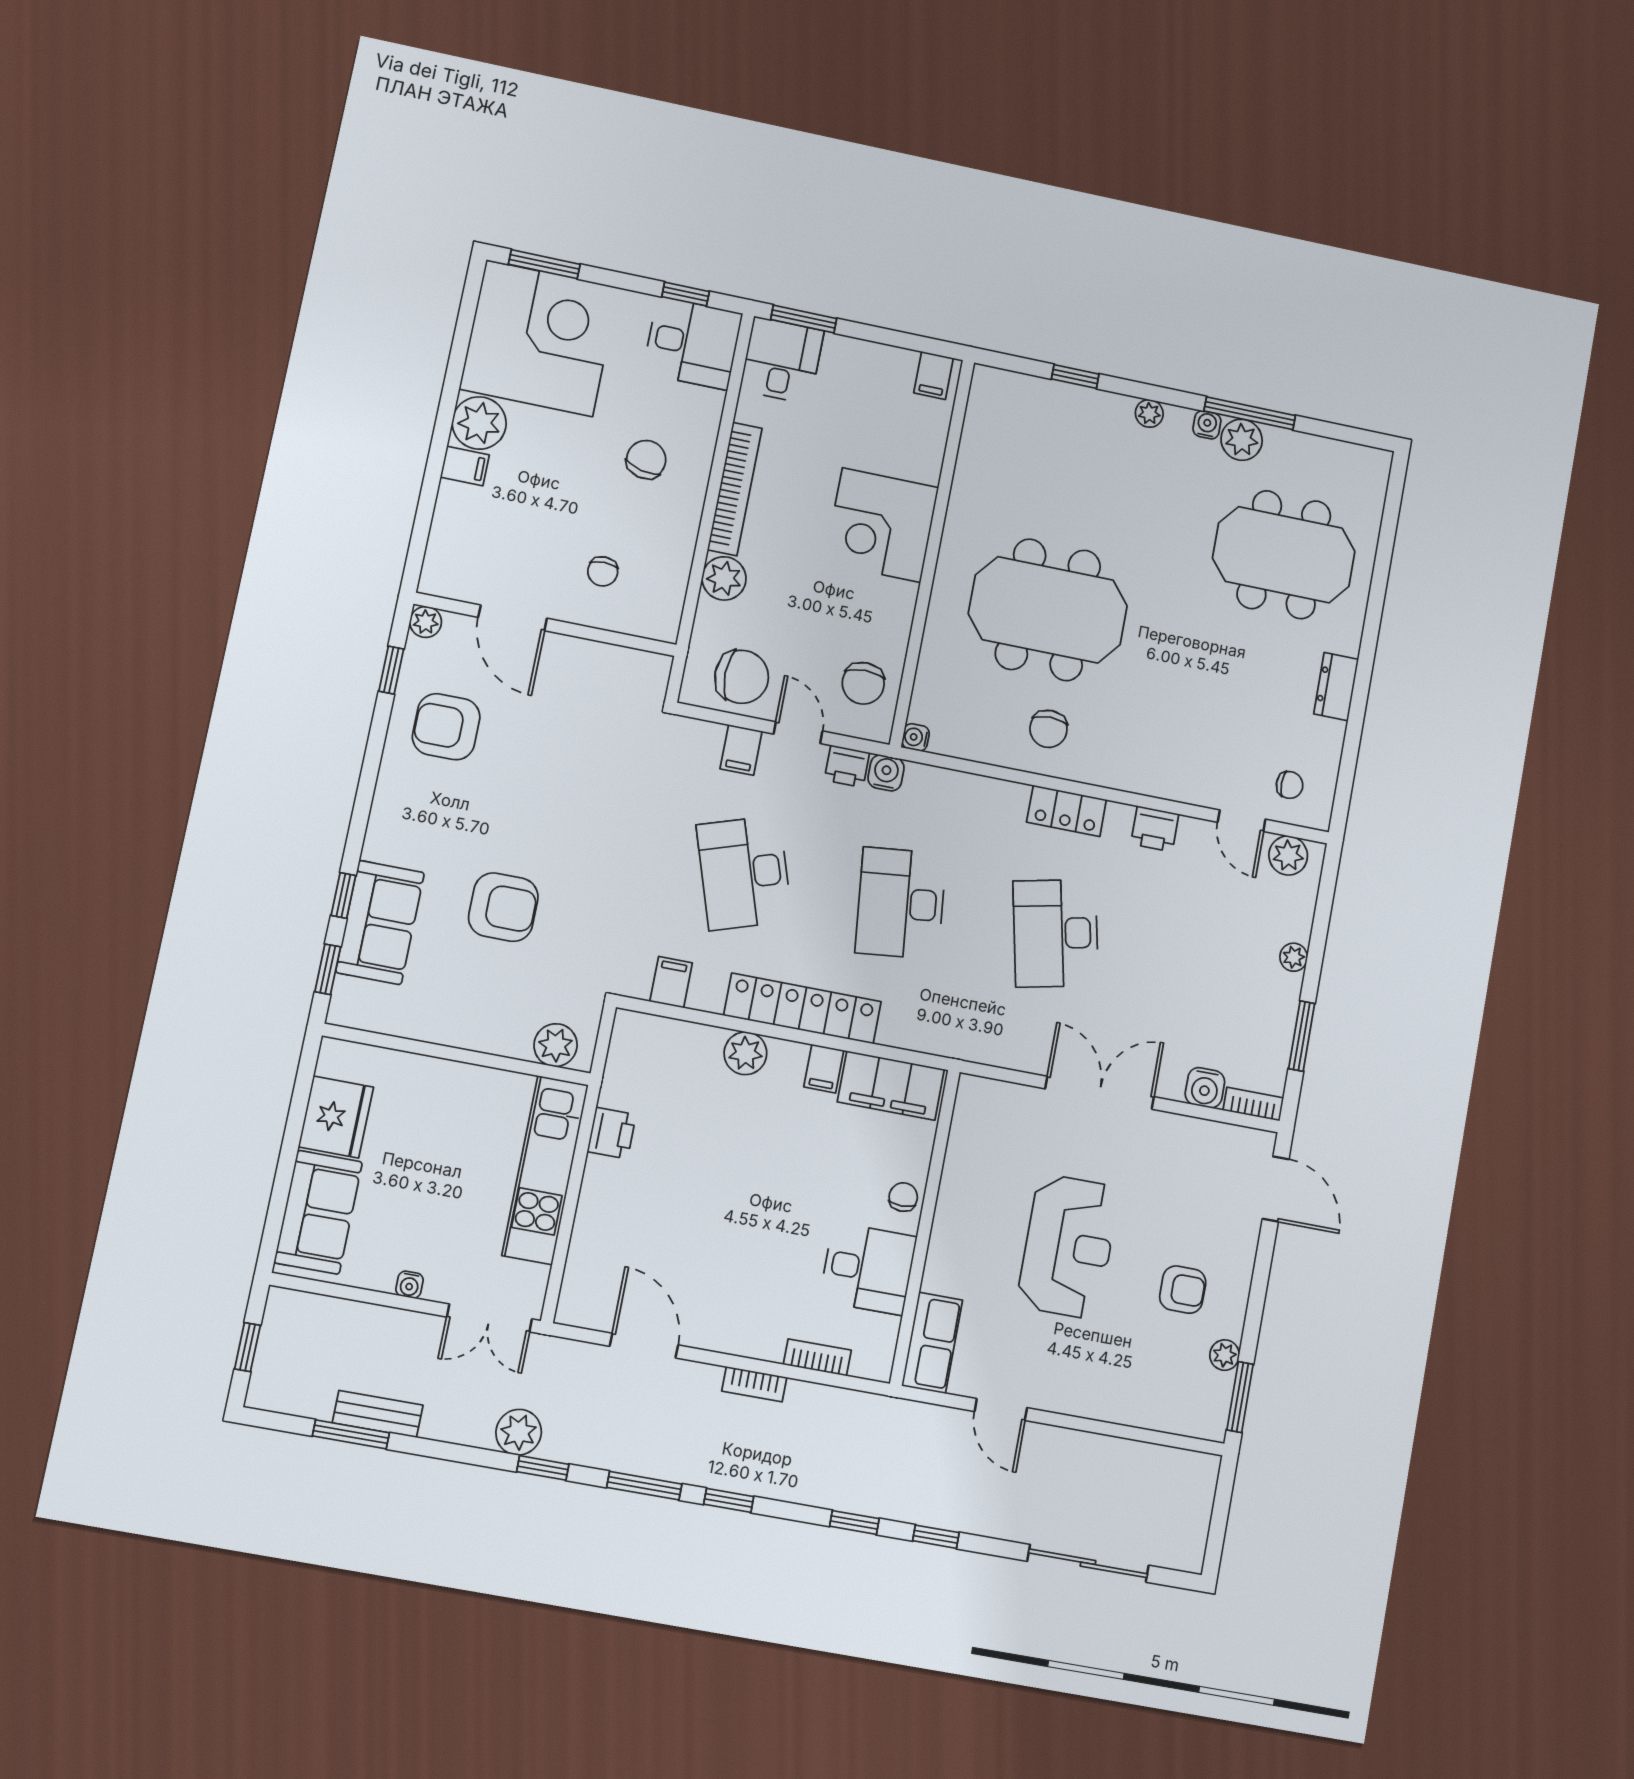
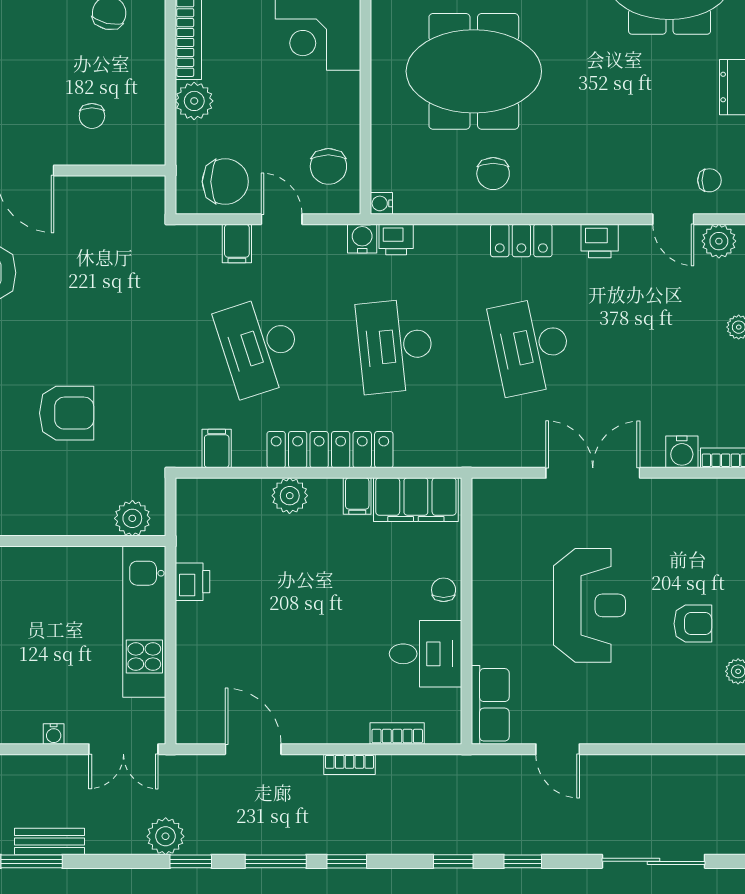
printer: (847, 766) -> (396, 240), moved

